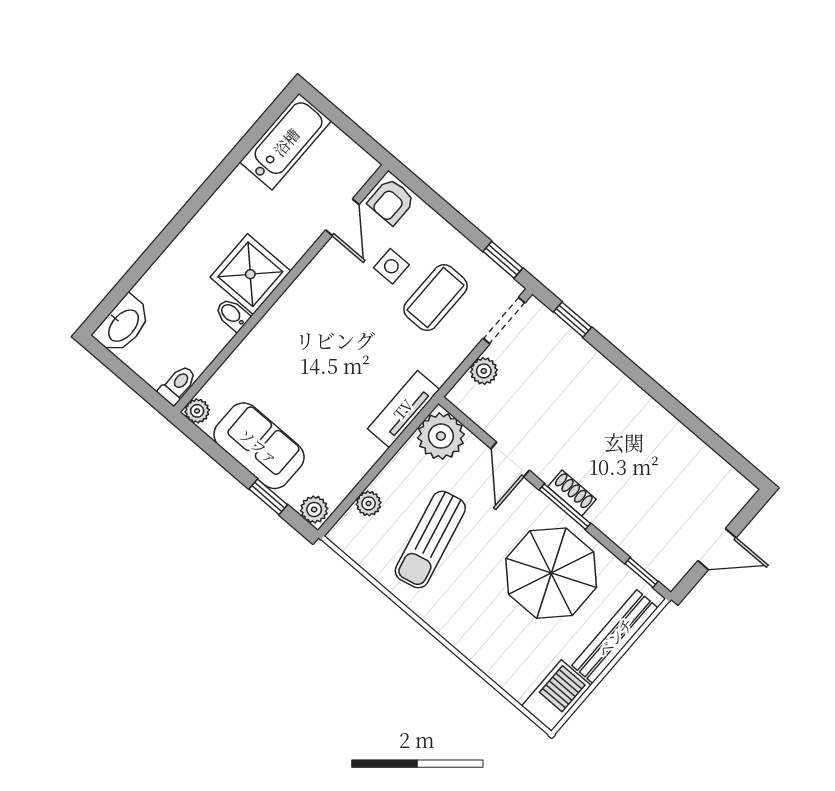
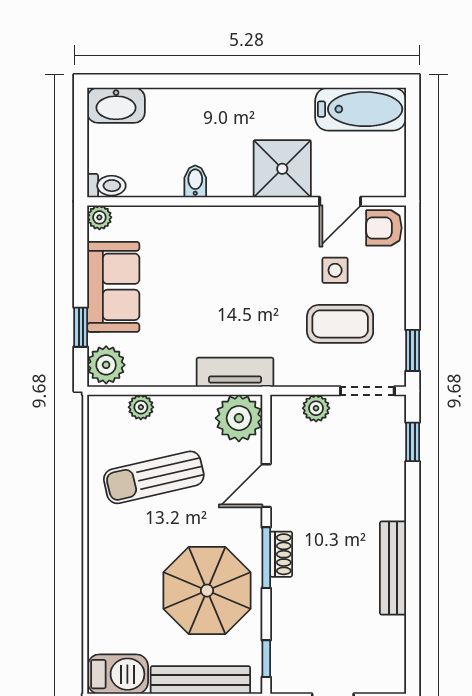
shower: (250, 274) -> (282, 169), moved
bench: (656, 417) -> (393, 568), added
plant: (314, 510) -> (106, 365), width x1.38, depth x1.38

